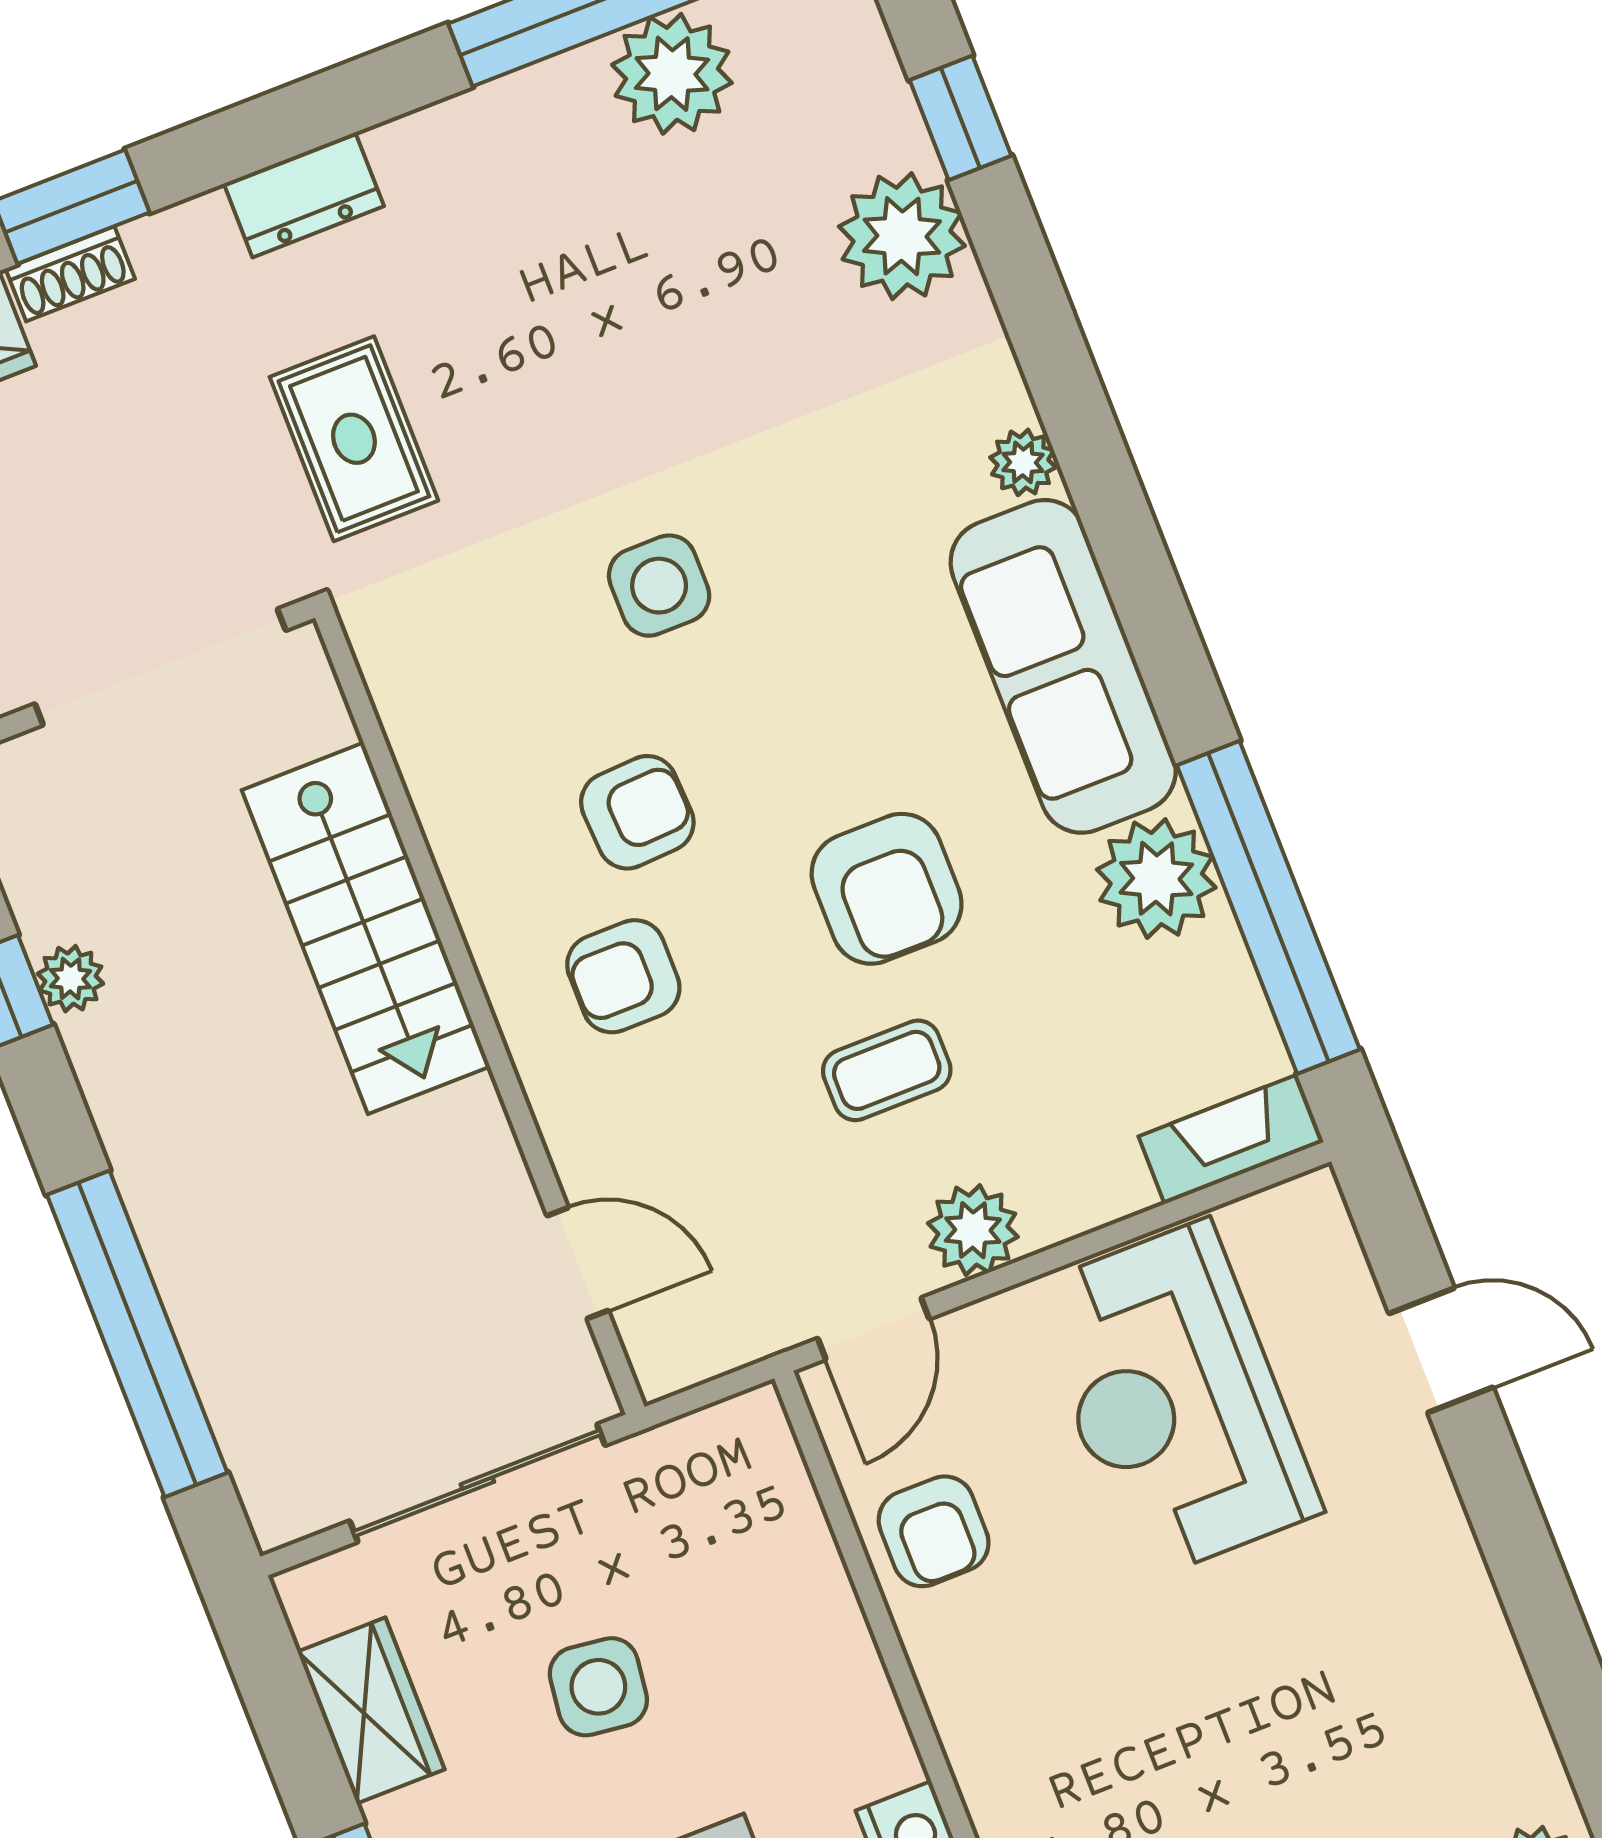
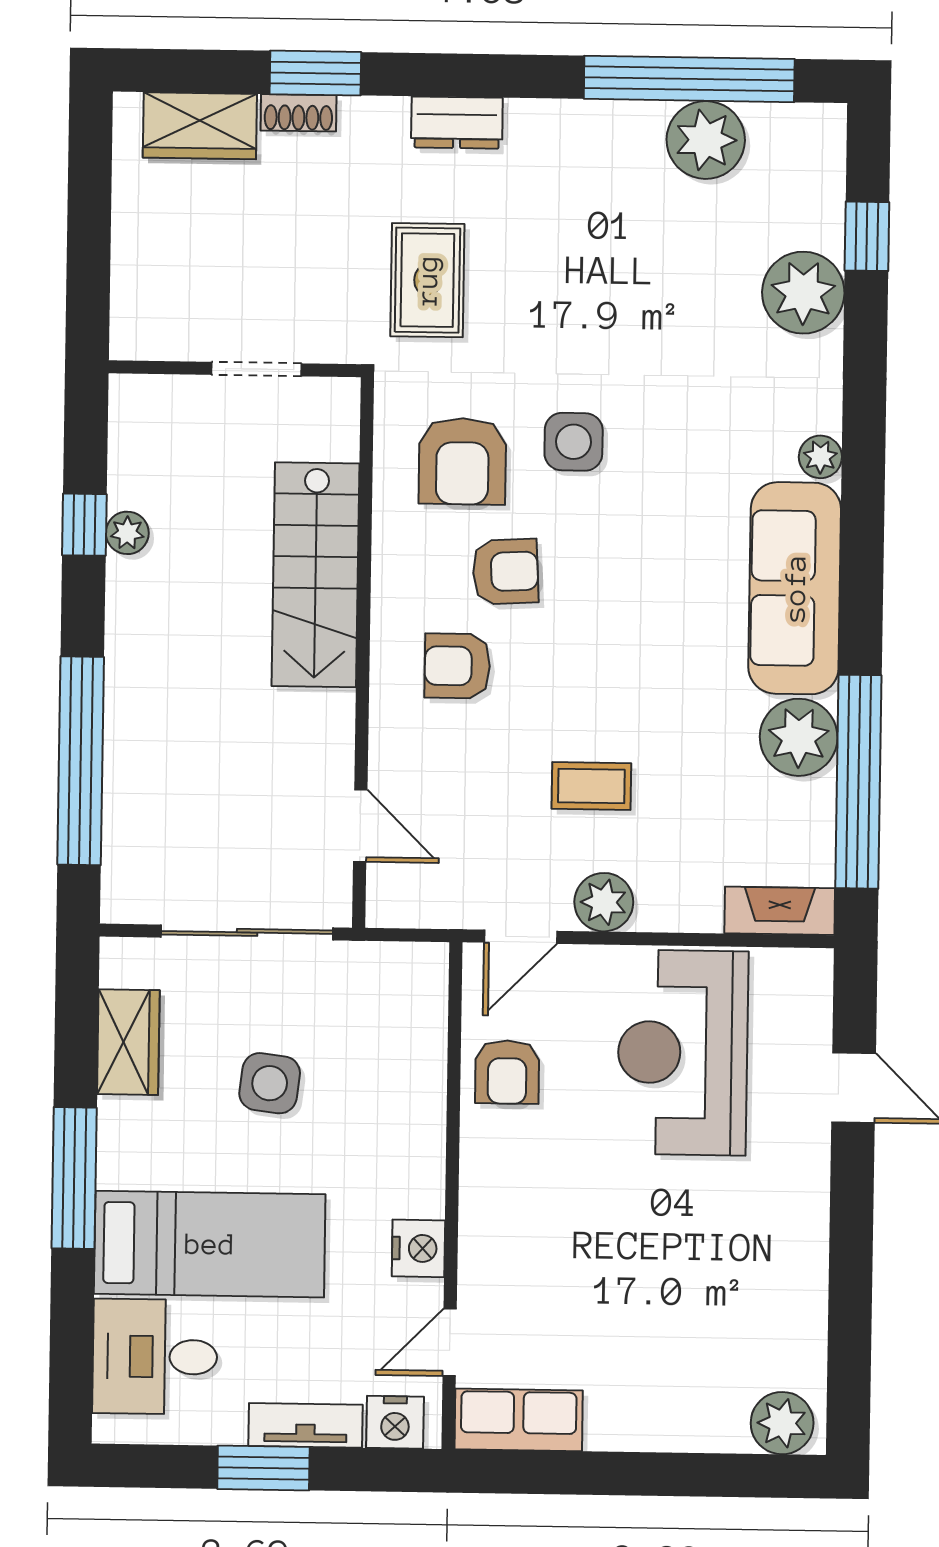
doorway: (160, 667) -> (257, 369), width x0.53
armchair: (887, 889) -> (462, 461), moved

